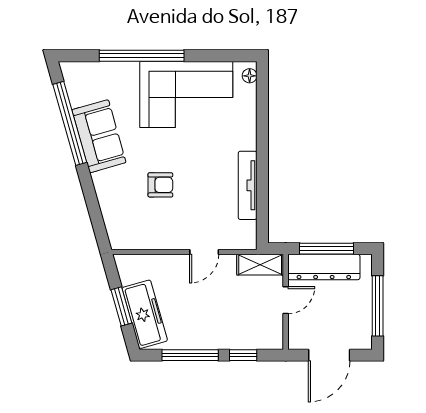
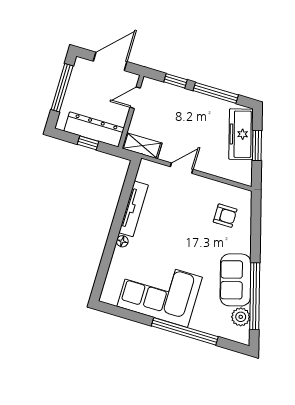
floor lamp: (250, 76) -> (122, 241), moved
plant: (79, 93) -> (241, 317), added
armchair: (160, 185) -> (225, 216), moved, turned 180
window: (327, 249) -> (88, 143), width x0.46
door: (286, 300) -> (135, 98), moved

